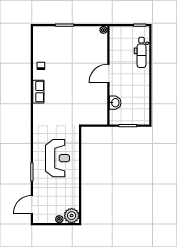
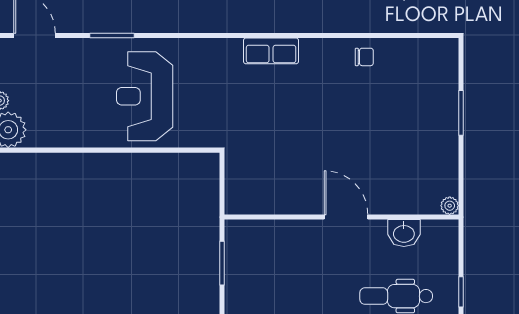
row of seats: (38, 92) -> (271, 51), moved
washbasin: (115, 103) -> (404, 233), moved
reception desk: (57, 158) -> (145, 96), turned 90

